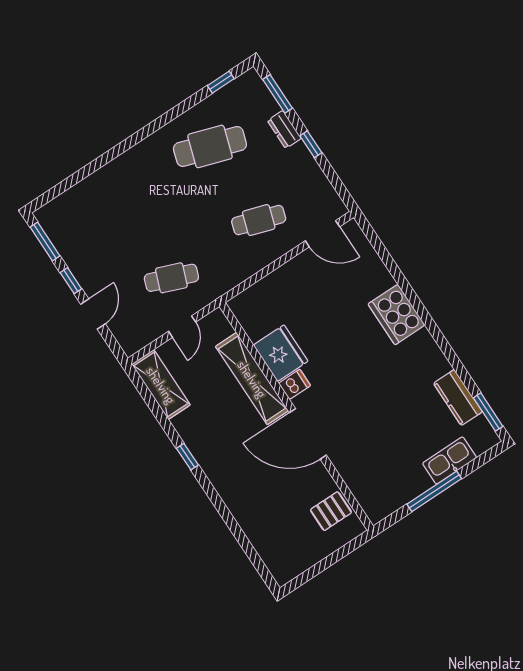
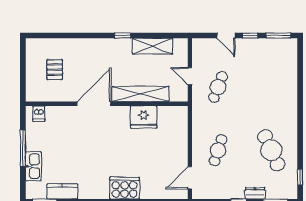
cafe table: (210, 146) -> (271, 150), turned -42
dishwasher: (295, 384) -> (39, 114), moved
shelving: (161, 385) -> (153, 46), moved
pallet: (331, 511) -> (55, 70), moved

